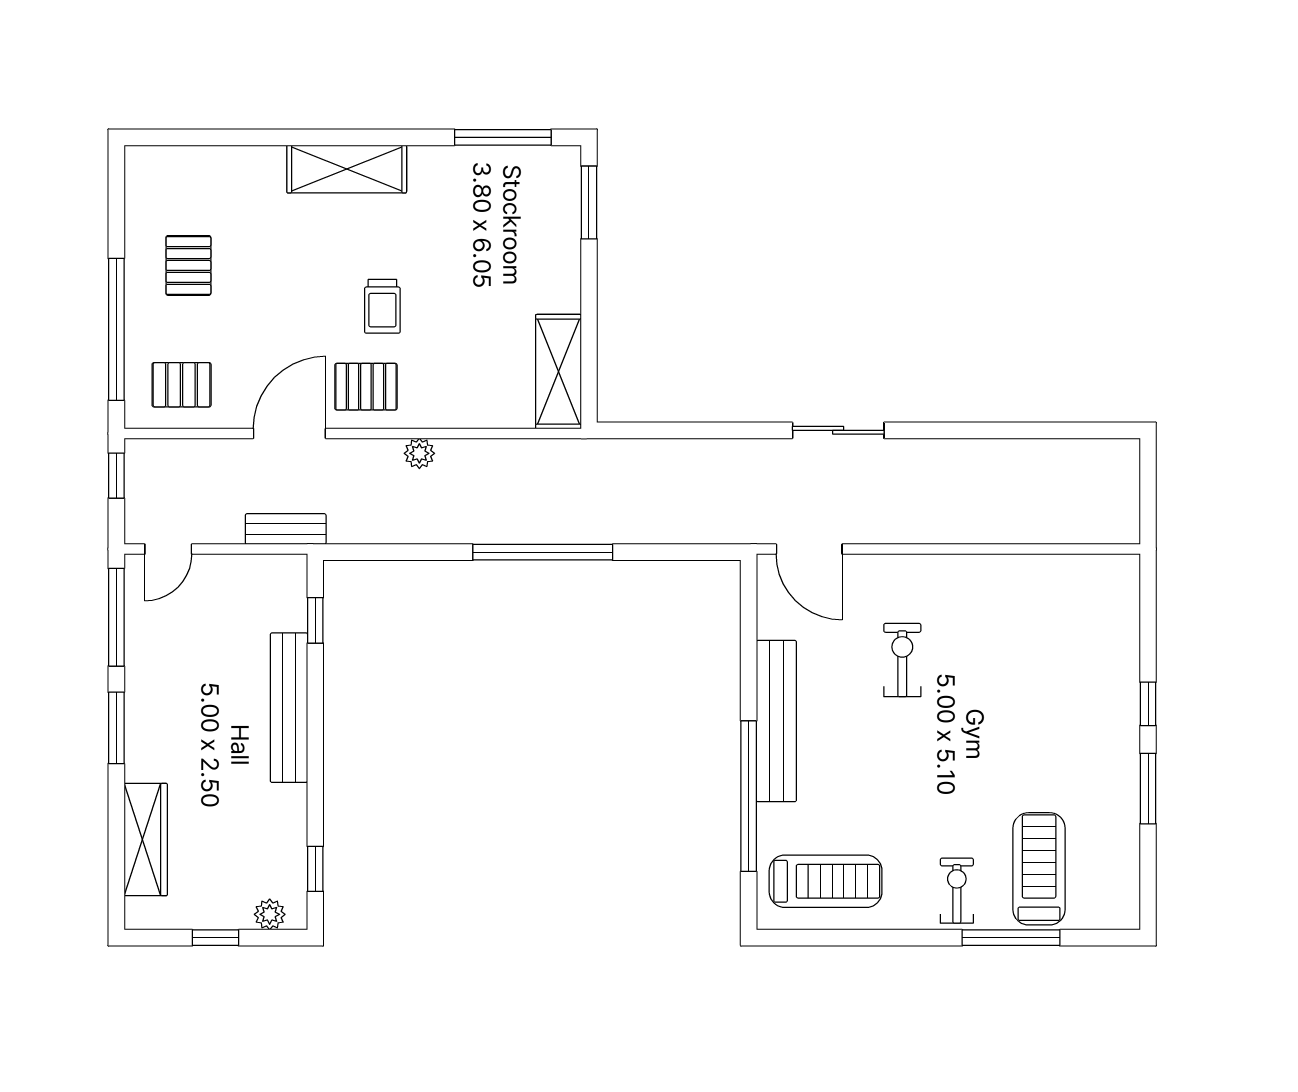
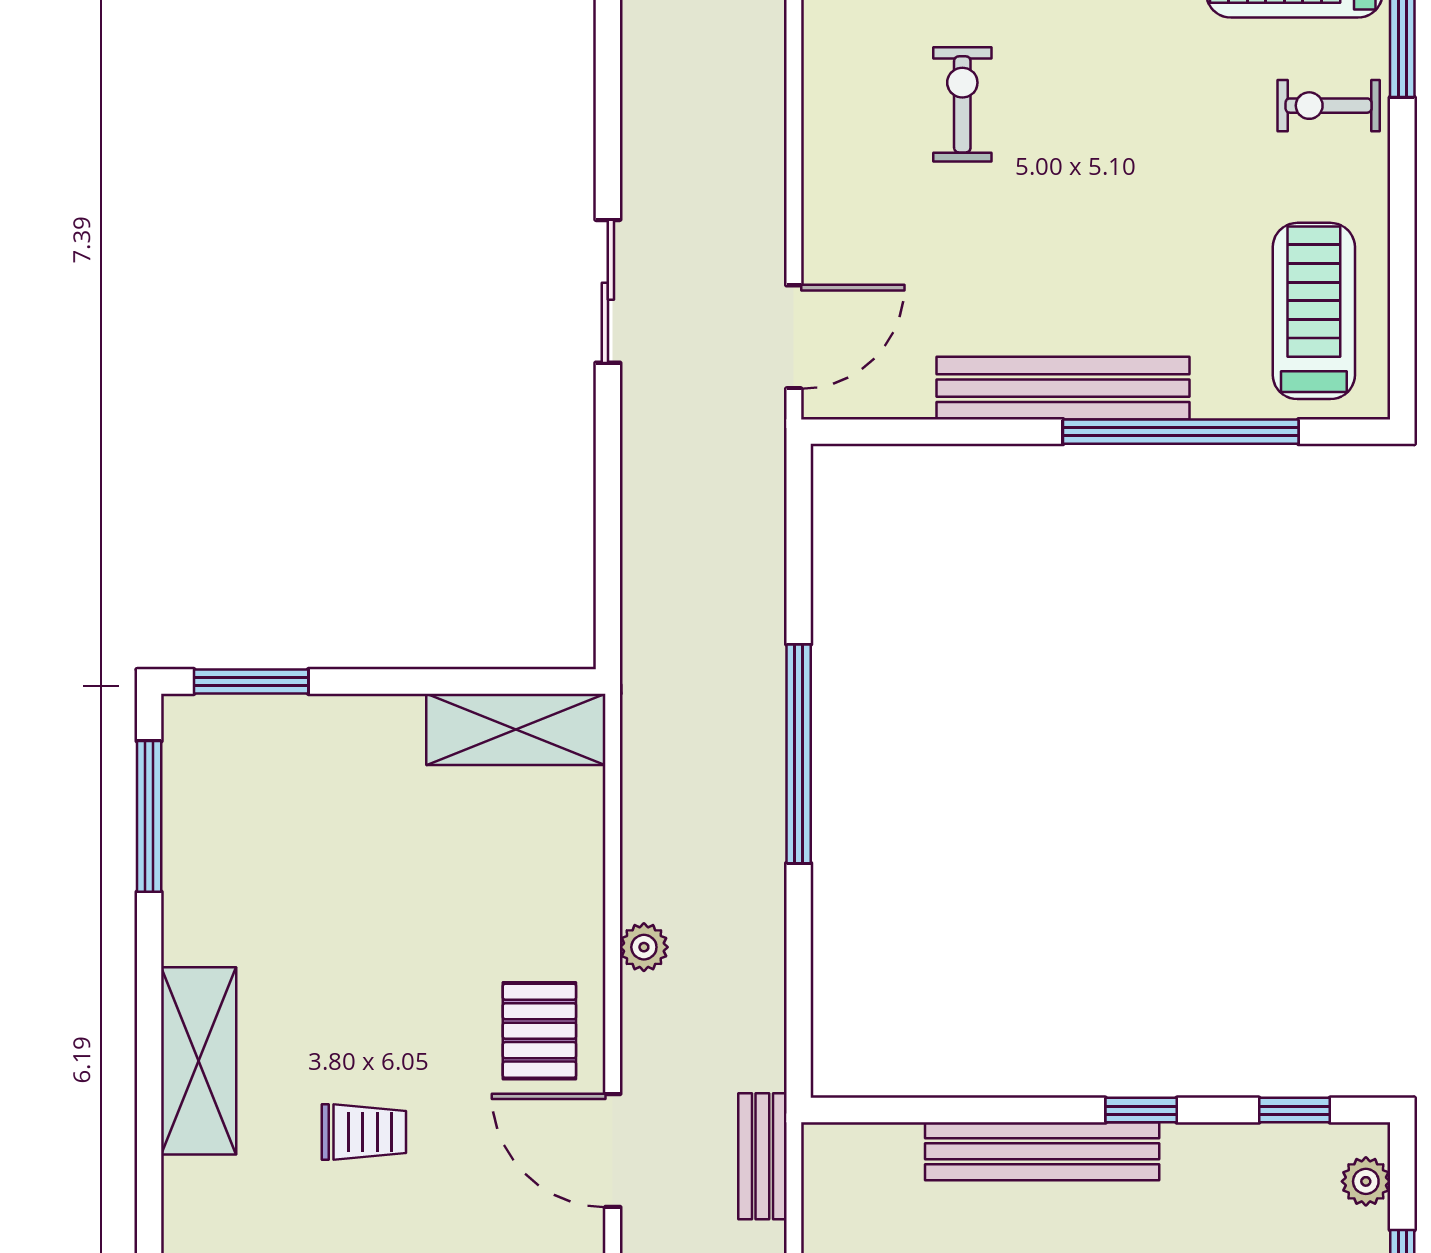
trolley: (382, 306) -> (364, 1132), moved
window: (315, 620) -> (1141, 1110), moved
exercise bike: (902, 660) -> (962, 104), moved, turned 90

